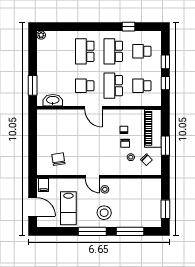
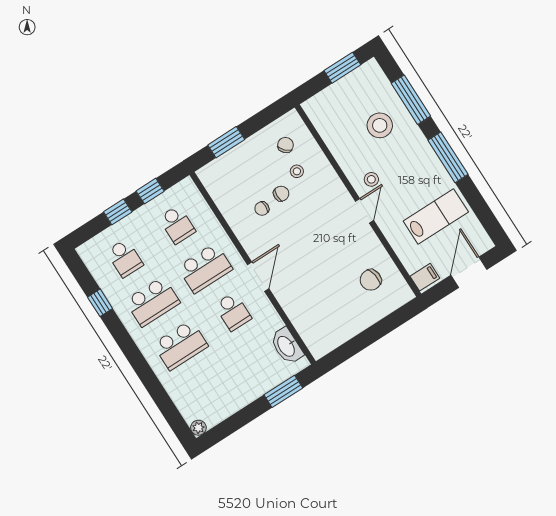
piano: (153, 128) -> (231, 166), removed
window: (165, 146) -> (226, 142), moved
stool: (104, 213) -> (380, 125), moved

